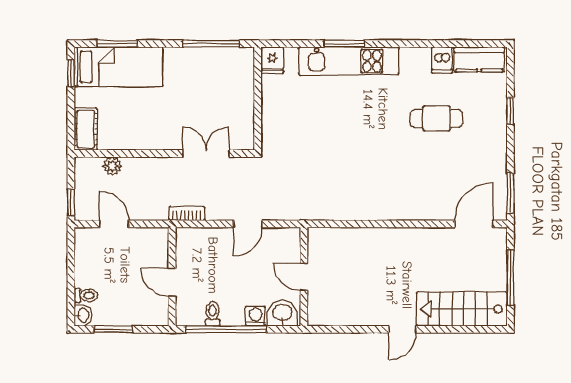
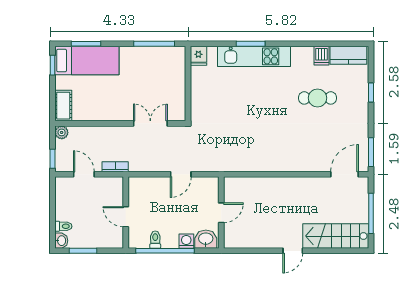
plant: (112, 166) -> (62, 132), moved
bookcase: (187, 213) -> (115, 167), moved
door: (304, 277) -> (221, 213), swing flipped

